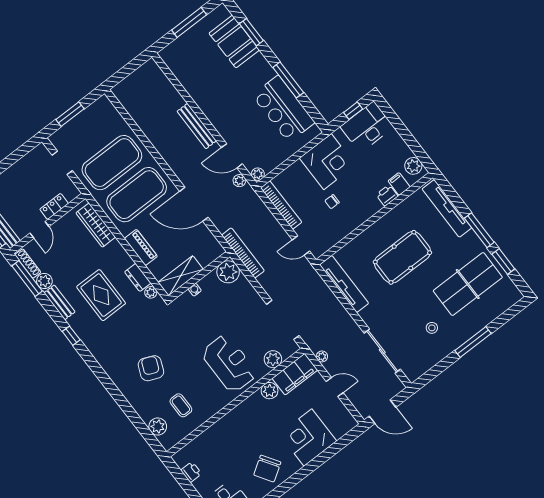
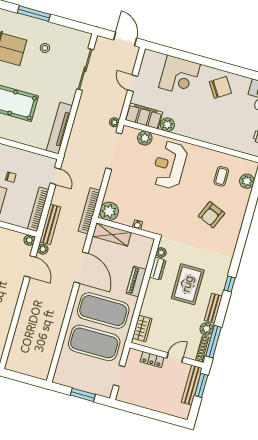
bench: (197, 126) -> (50, 224), moved
wardrobe: (96, 225) -> (142, 328), width x0.67
shelving: (181, 276) -> (112, 234), moved
plant: (322, 356) -> (114, 122), moved

